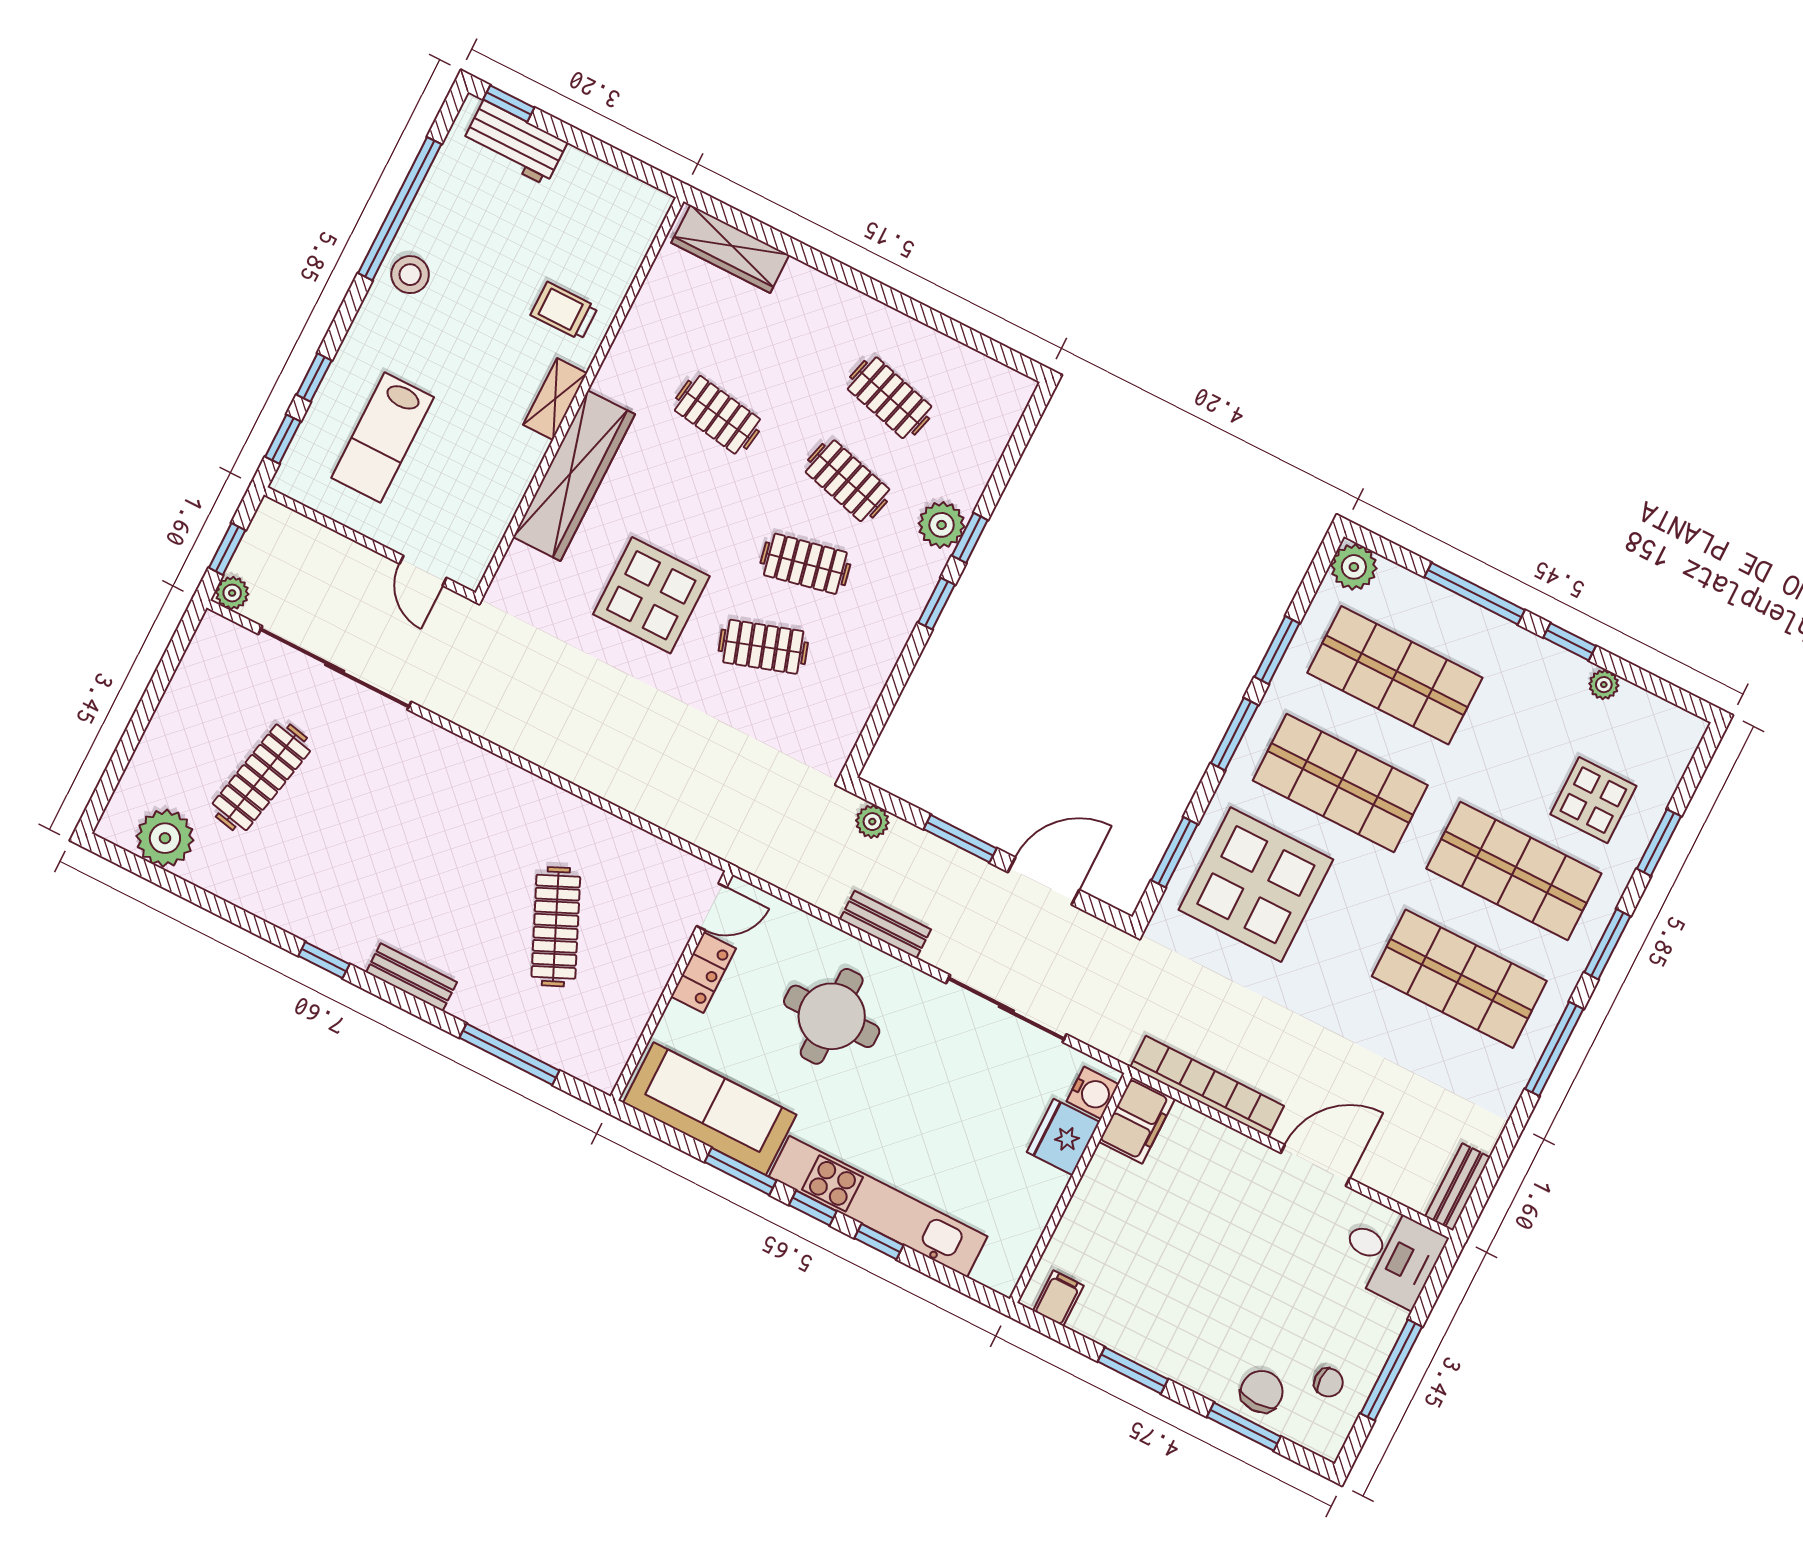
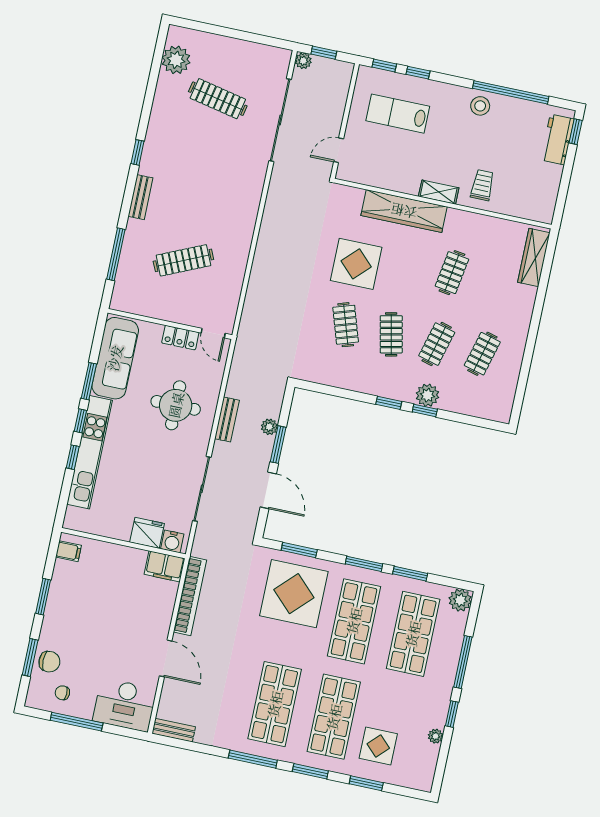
plant: (872, 822) -> (269, 427), moved
desk: (1391, 1255) -> (125, 705), width x1.37
chair: (1329, 1383) -> (62, 693), turned 91

